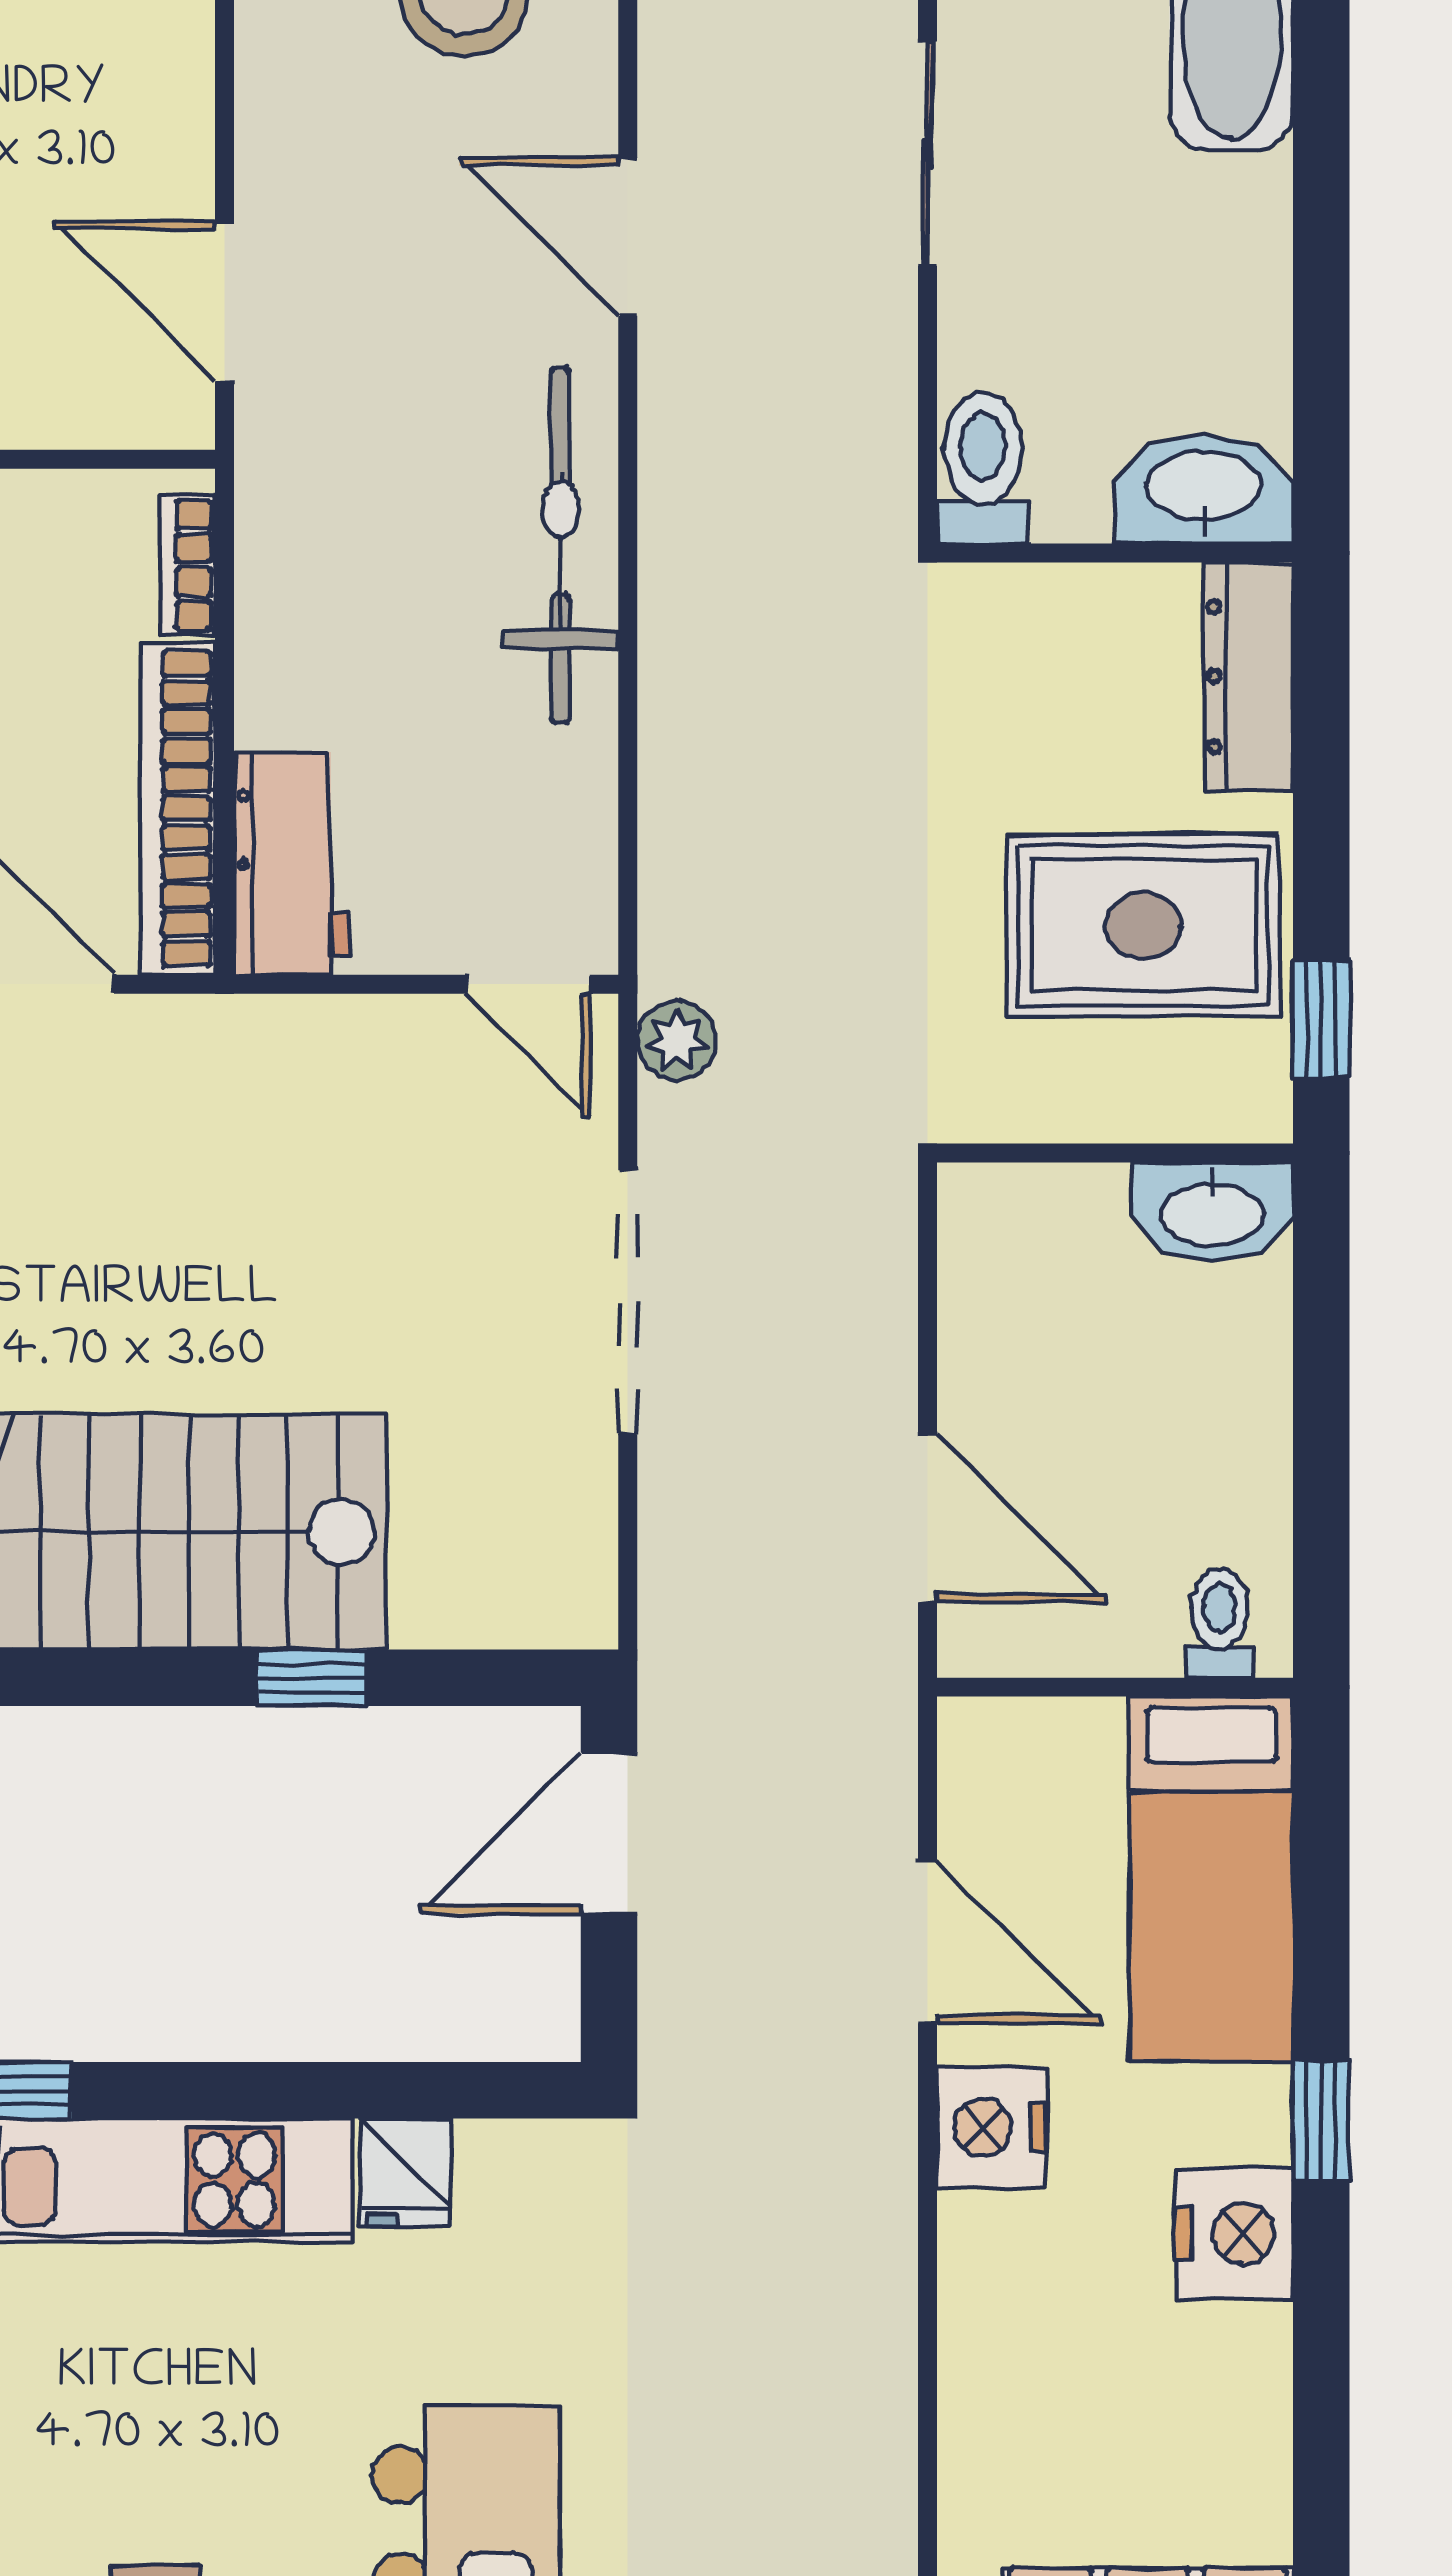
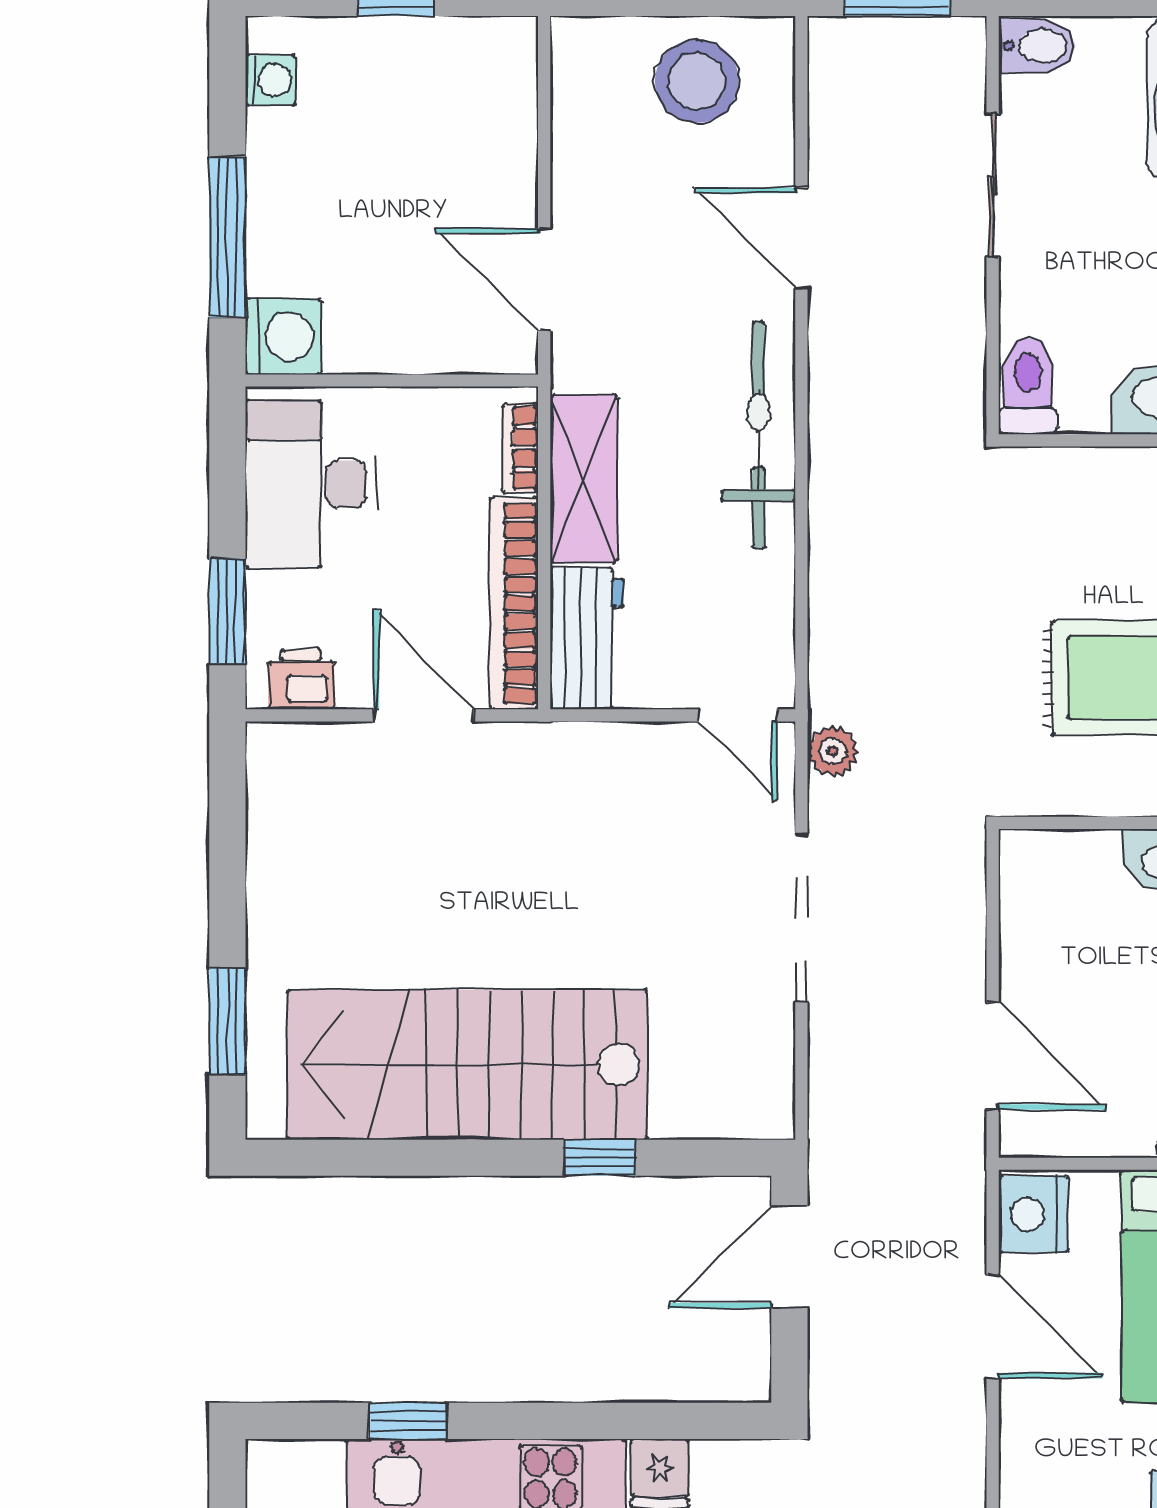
shelving: (287, 613) -> (584, 479), added
nightstand: (991, 2128) -> (1033, 1214), moved

